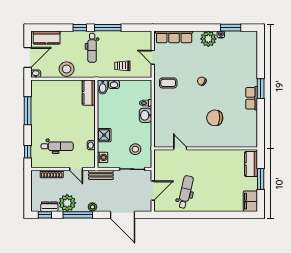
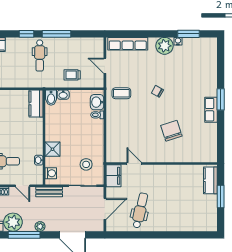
stool: (67, 69) -> (12, 78), removed
washbasin: (146, 115) -> (97, 102), moved
chair: (215, 118) -> (171, 131), turned 70
filing cabinet: (250, 201) -> (113, 176), moved, turned 180

